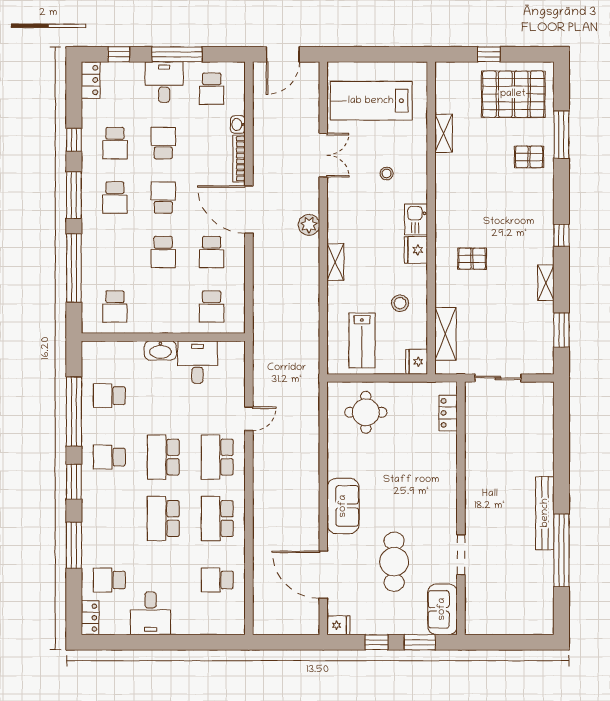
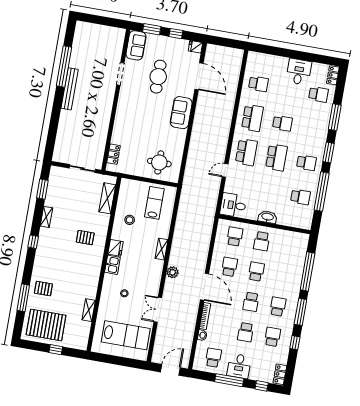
school desk: (115, 306) -> (262, 241), moved, turned 180
desk: (197, 362) -> (233, 205), moved, turned 90
fridge: (417, 362) -> (126, 186), removed
school desk: (163, 519) -> (282, 123), width x0.54

